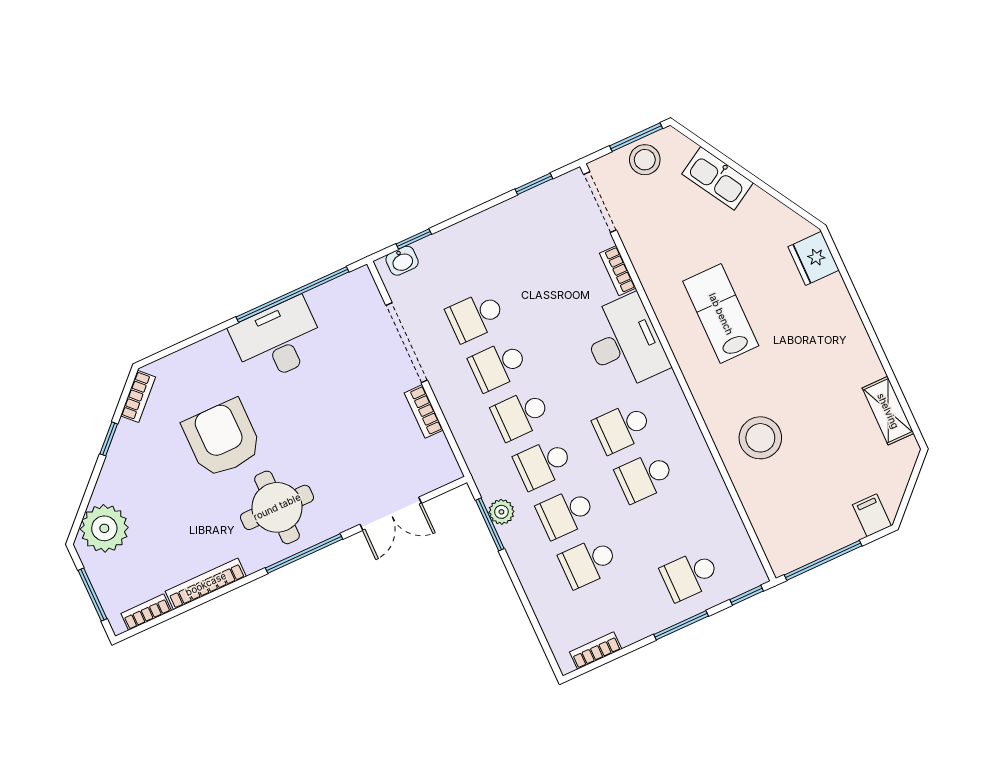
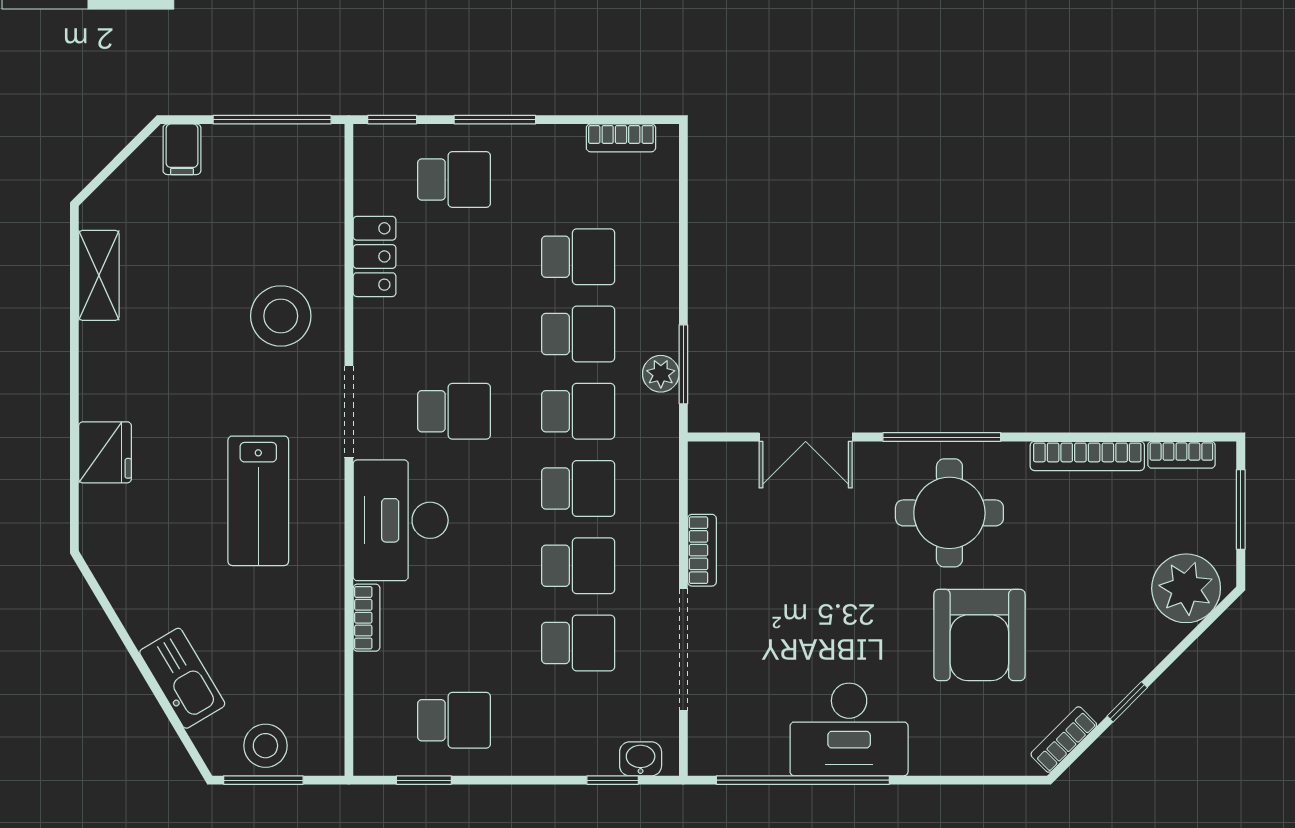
doorway: (600, 202) -> (349, 412), moved
fridge: (814, 258) -> (105, 452), moved
school desk: (645, 477) -> (454, 720), moved
locker: (718, 503) -> (374, 256), added
double door: (391, 514) -> (806, 437), swing flipped

